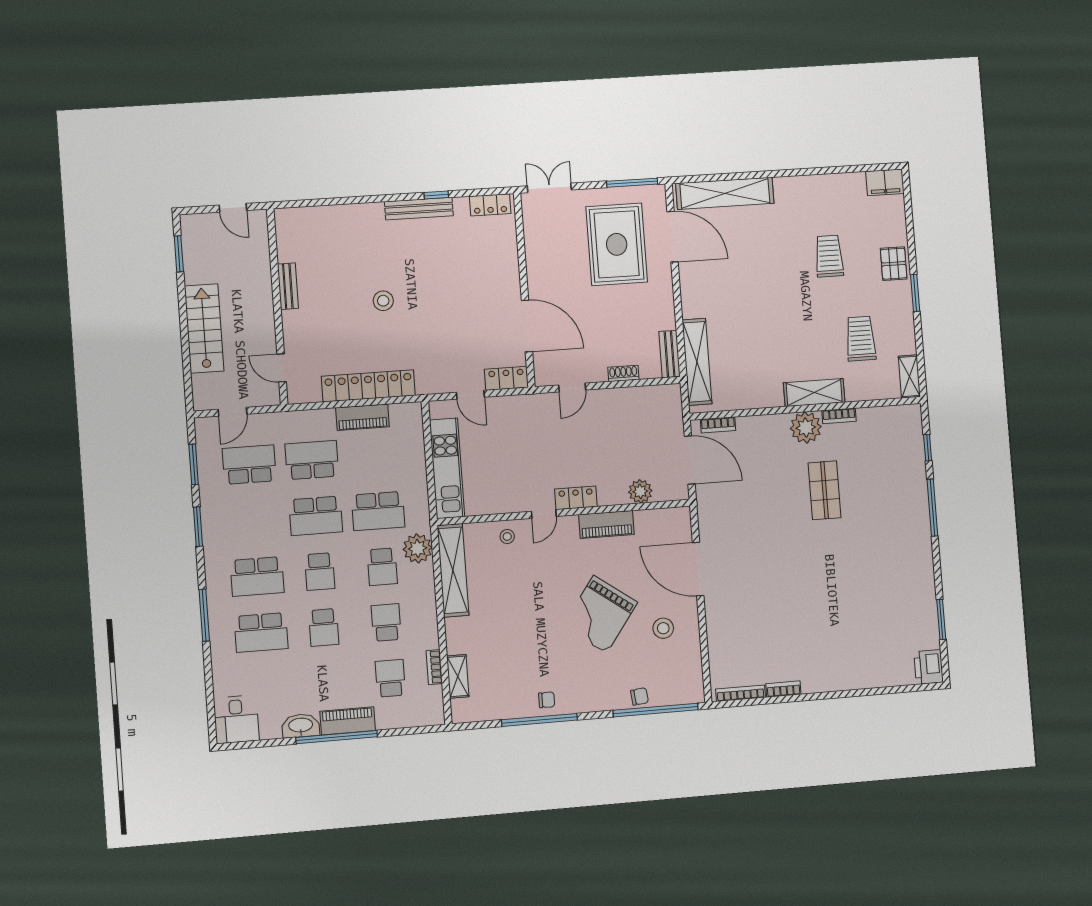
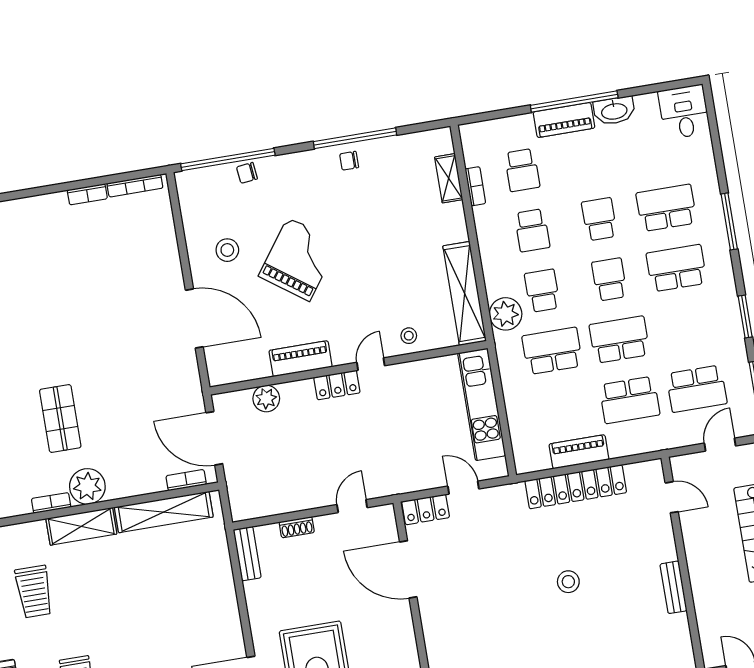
shelving: (697, 362) -> (164, 512), moved, turned 90

